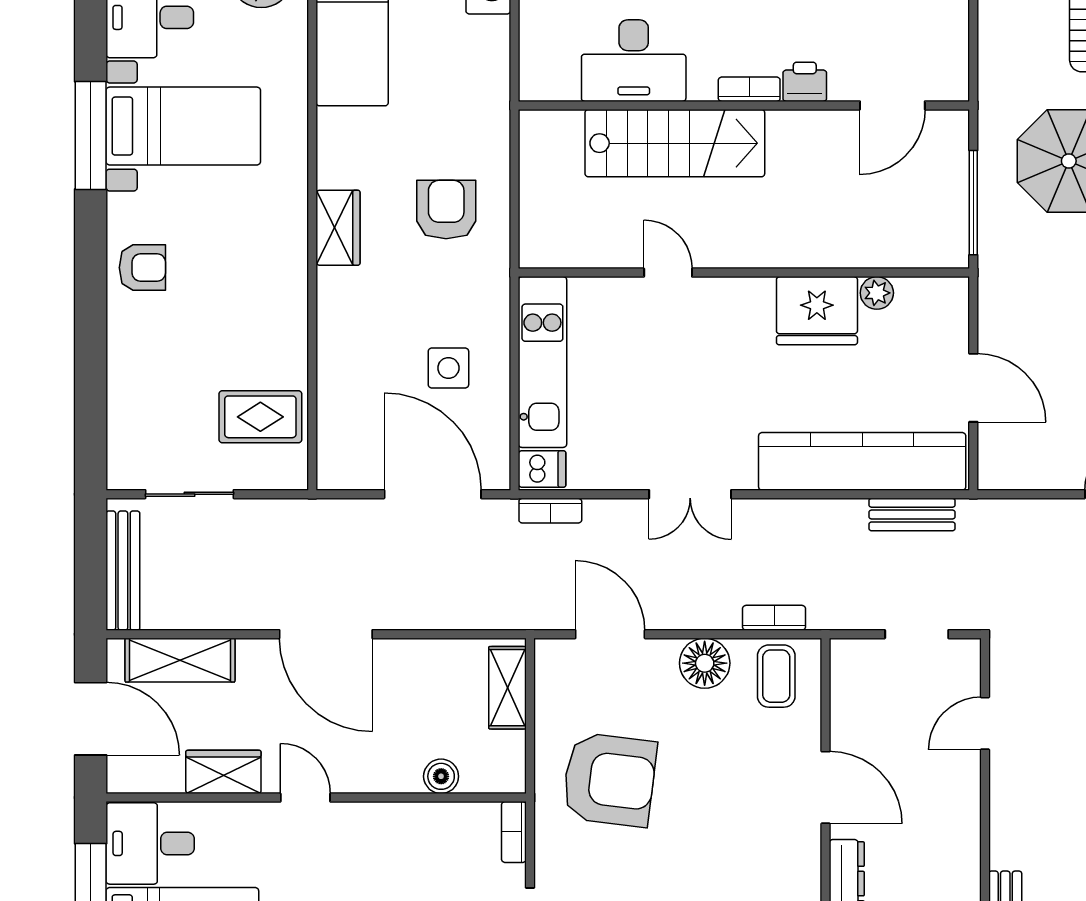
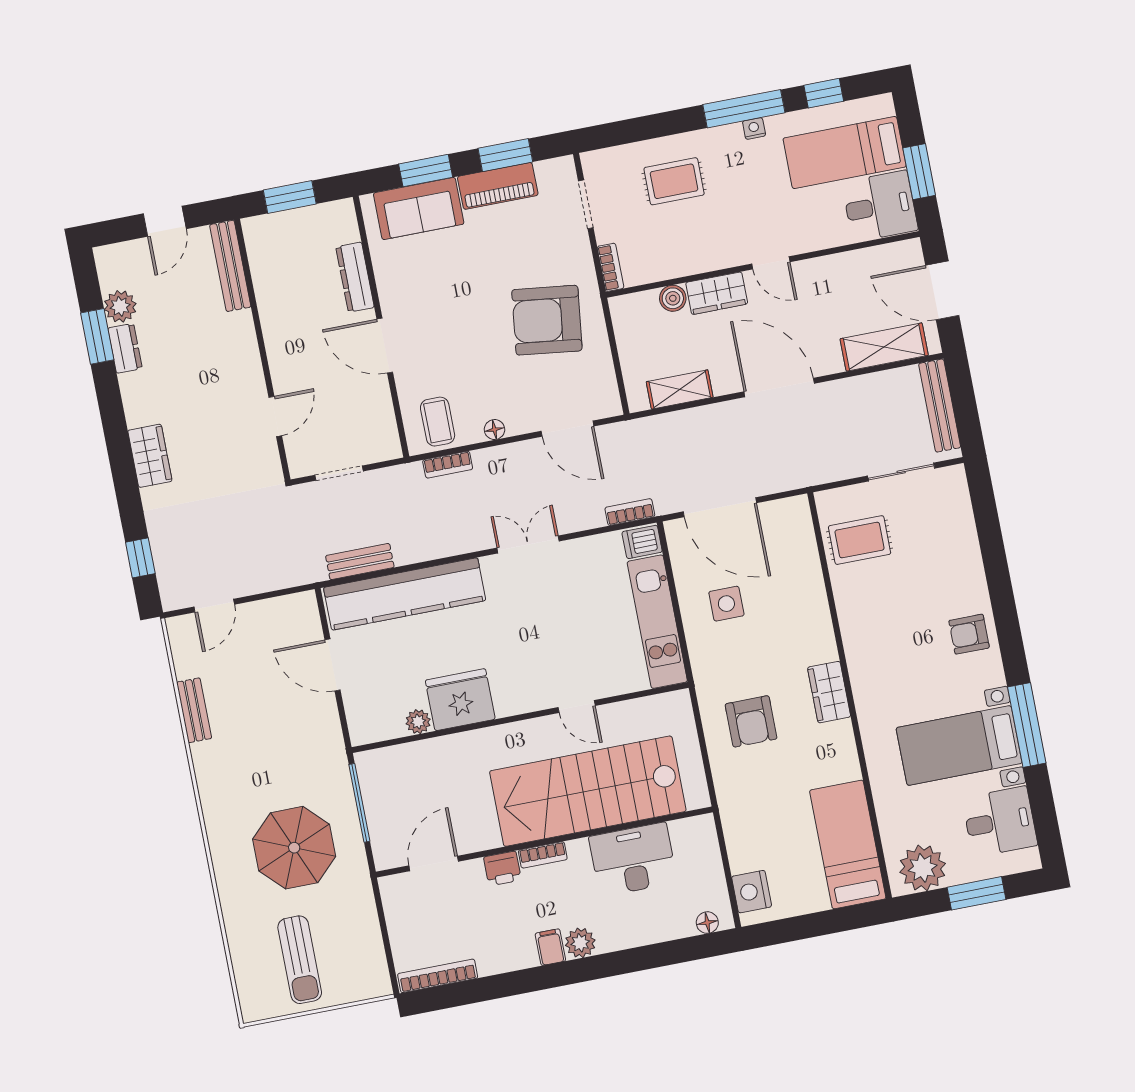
stairs: (675, 143) -> (588, 791), width x1.36, depth x1.51
floor lamp: (705, 663) -> (494, 430), width x0.53, depth x0.53
shelving: (508, 688) -> (680, 389), moved, turned 90
wardrobe: (223, 772) -> (717, 293), moved

